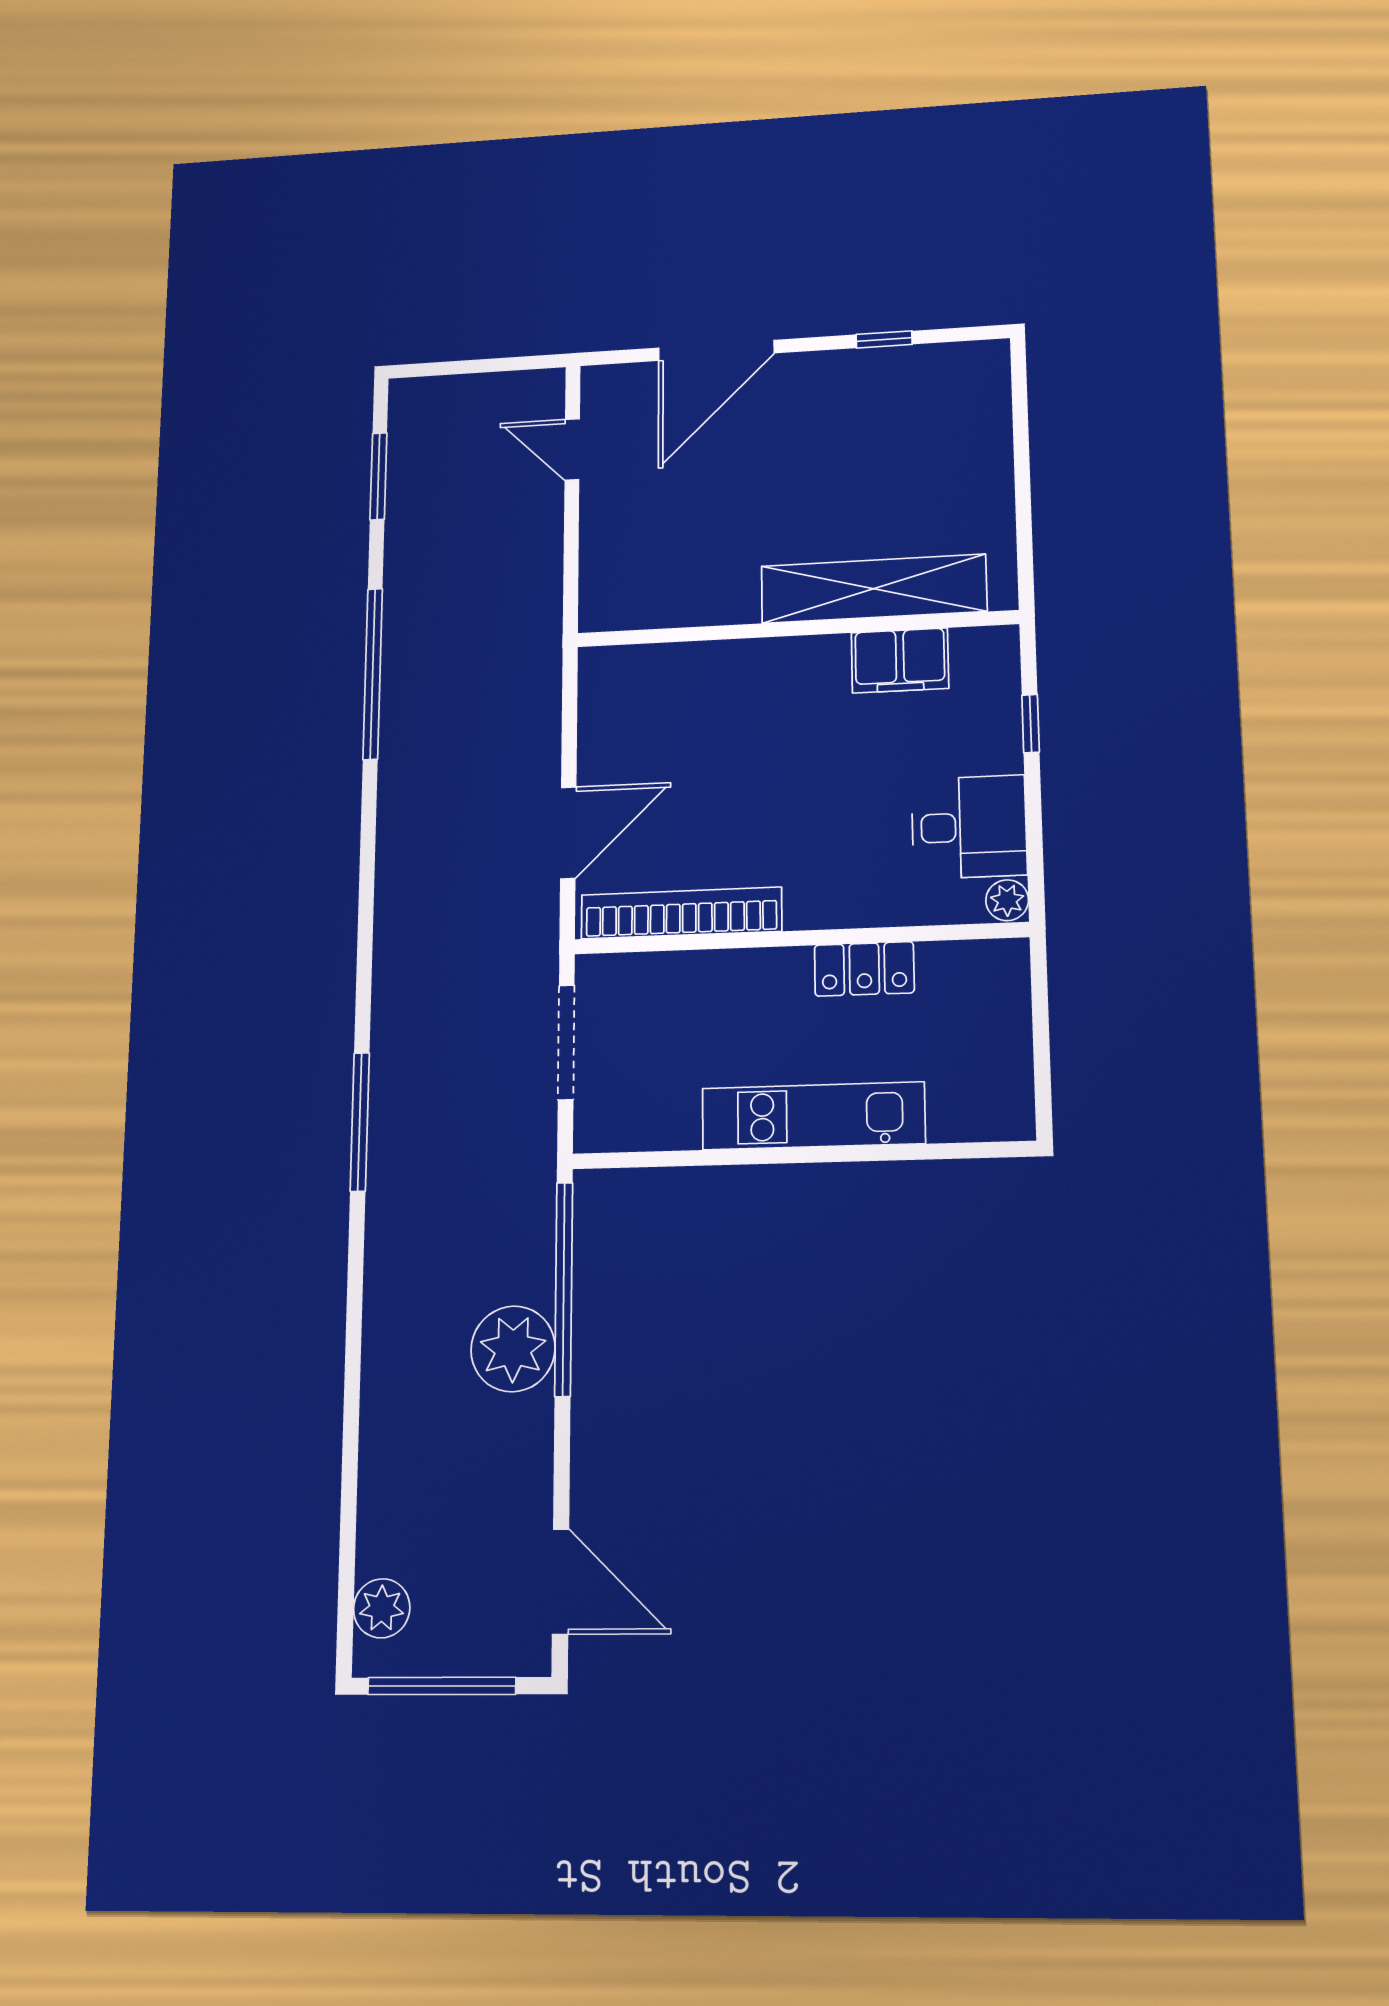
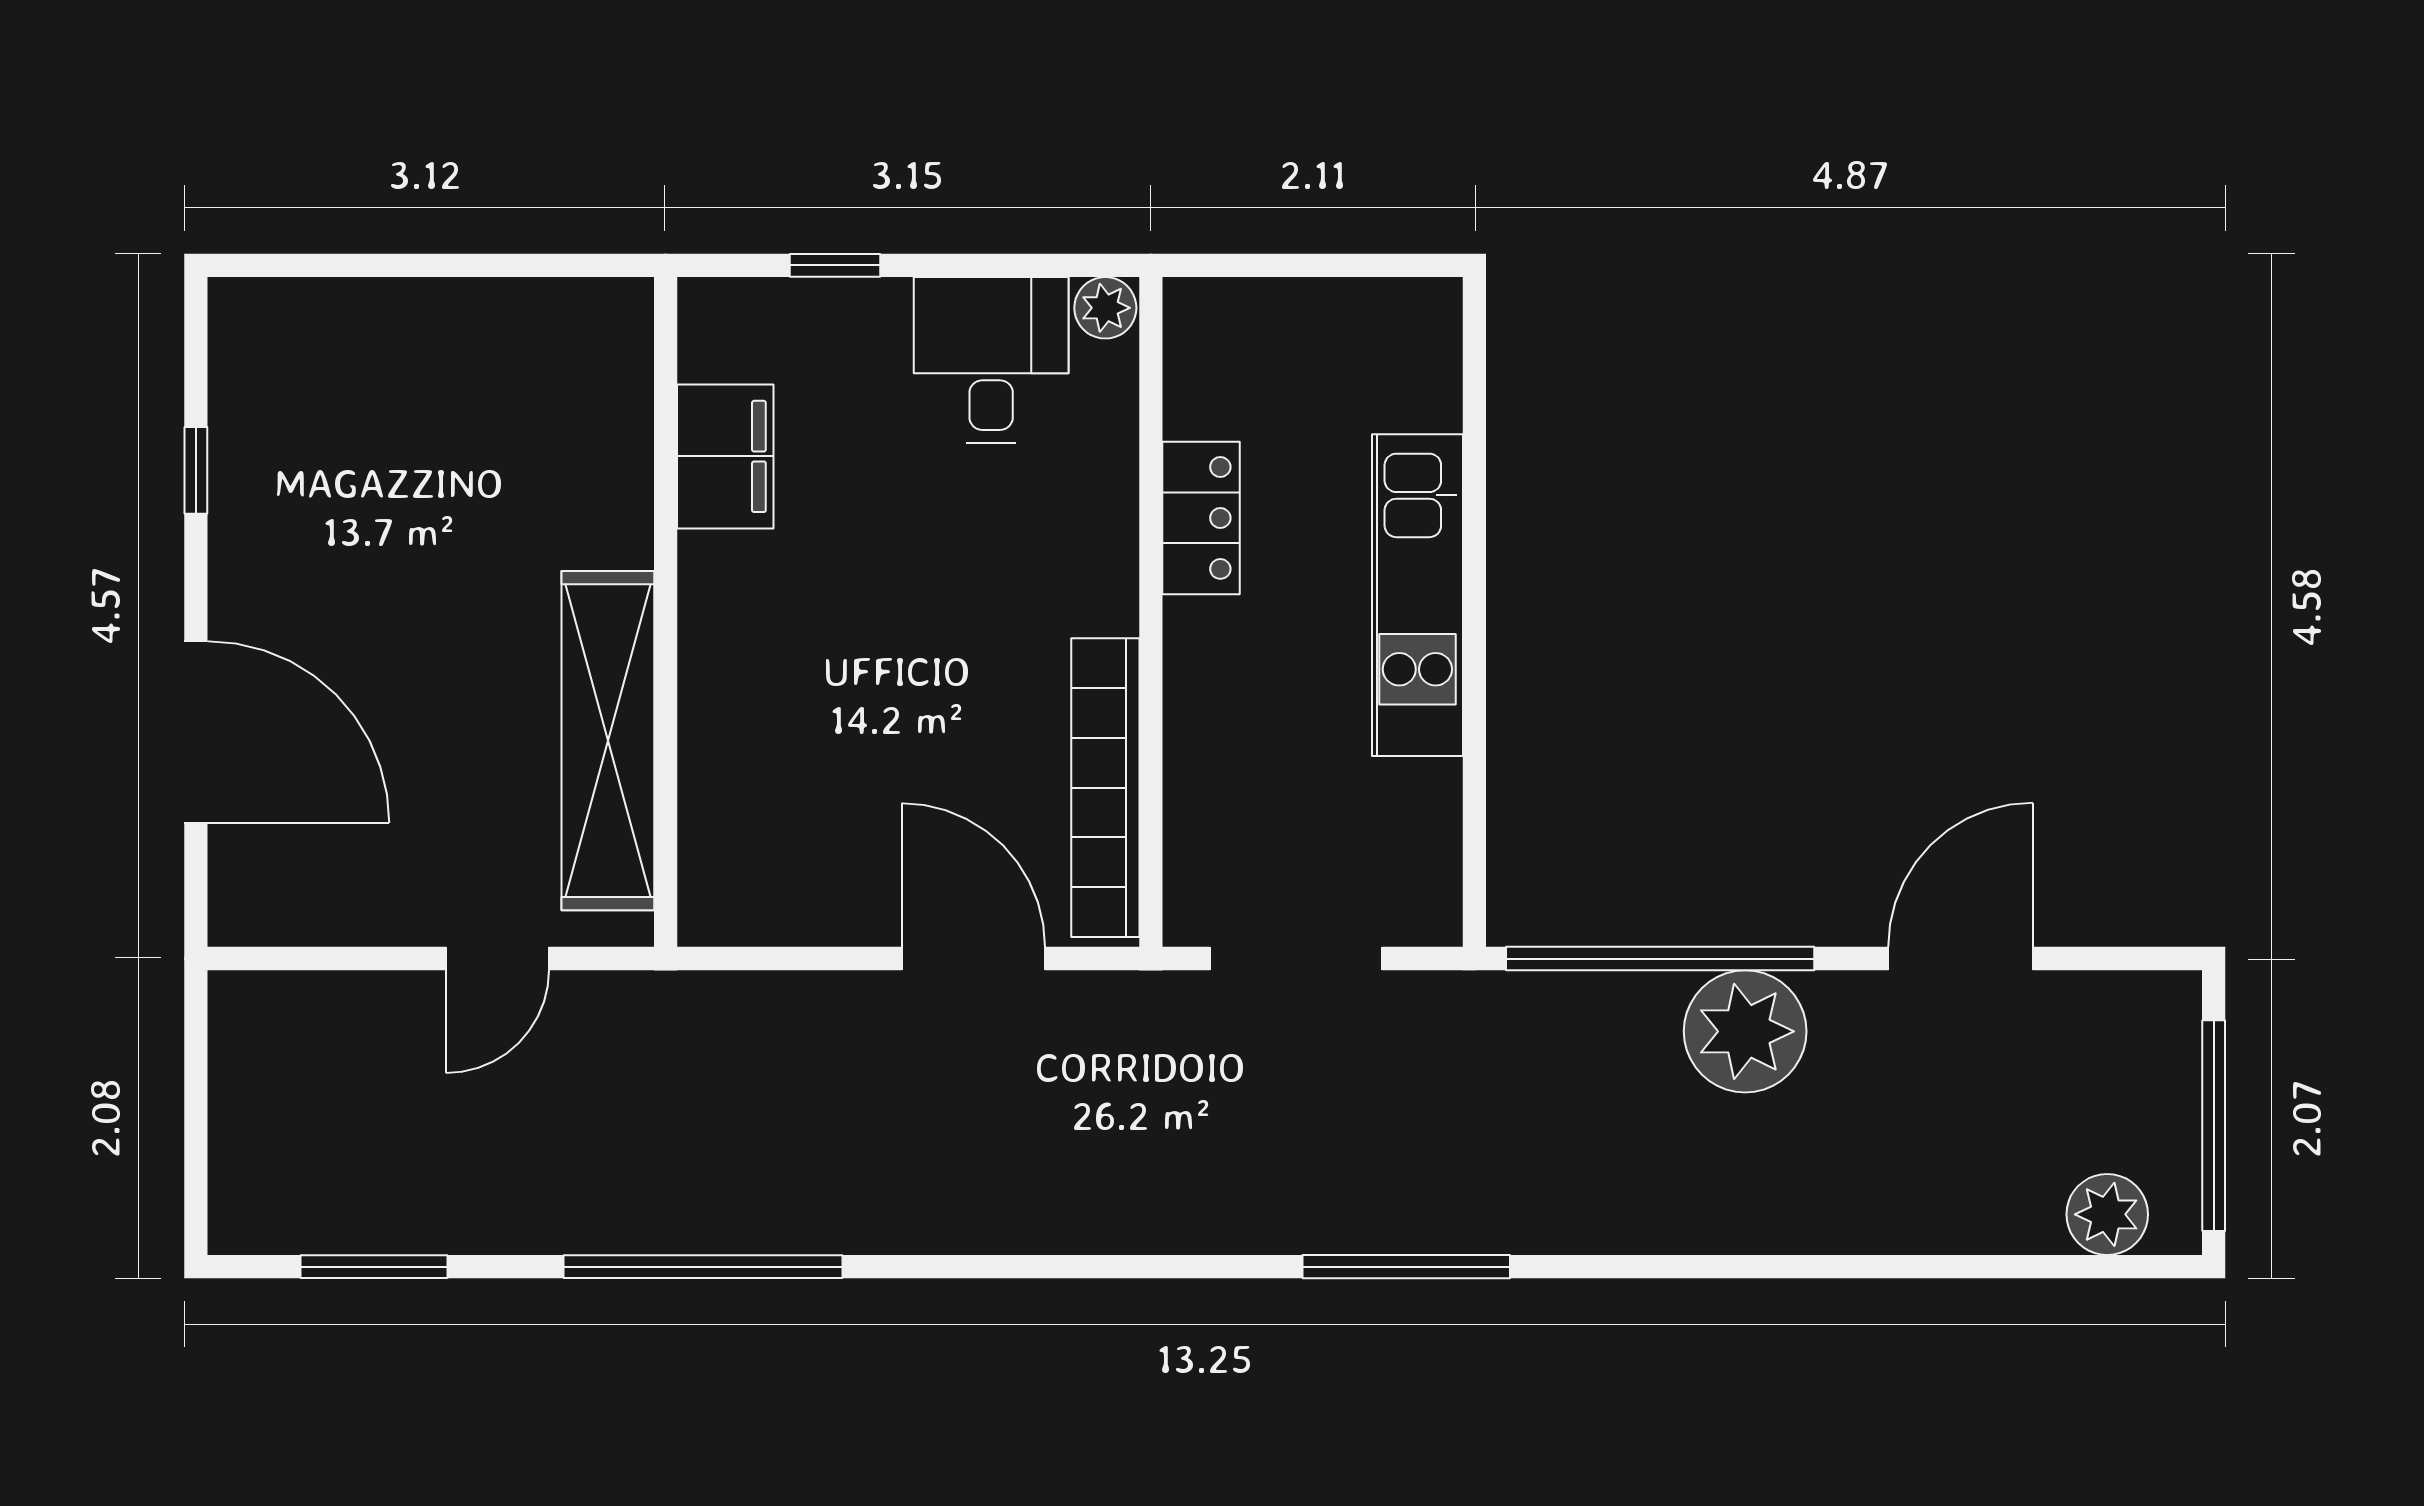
door: (572, 449) -> (497, 959), moved
shelving: (874, 589) -> (608, 741), moved
door: (561, 1582) -> (1961, 959), moved

